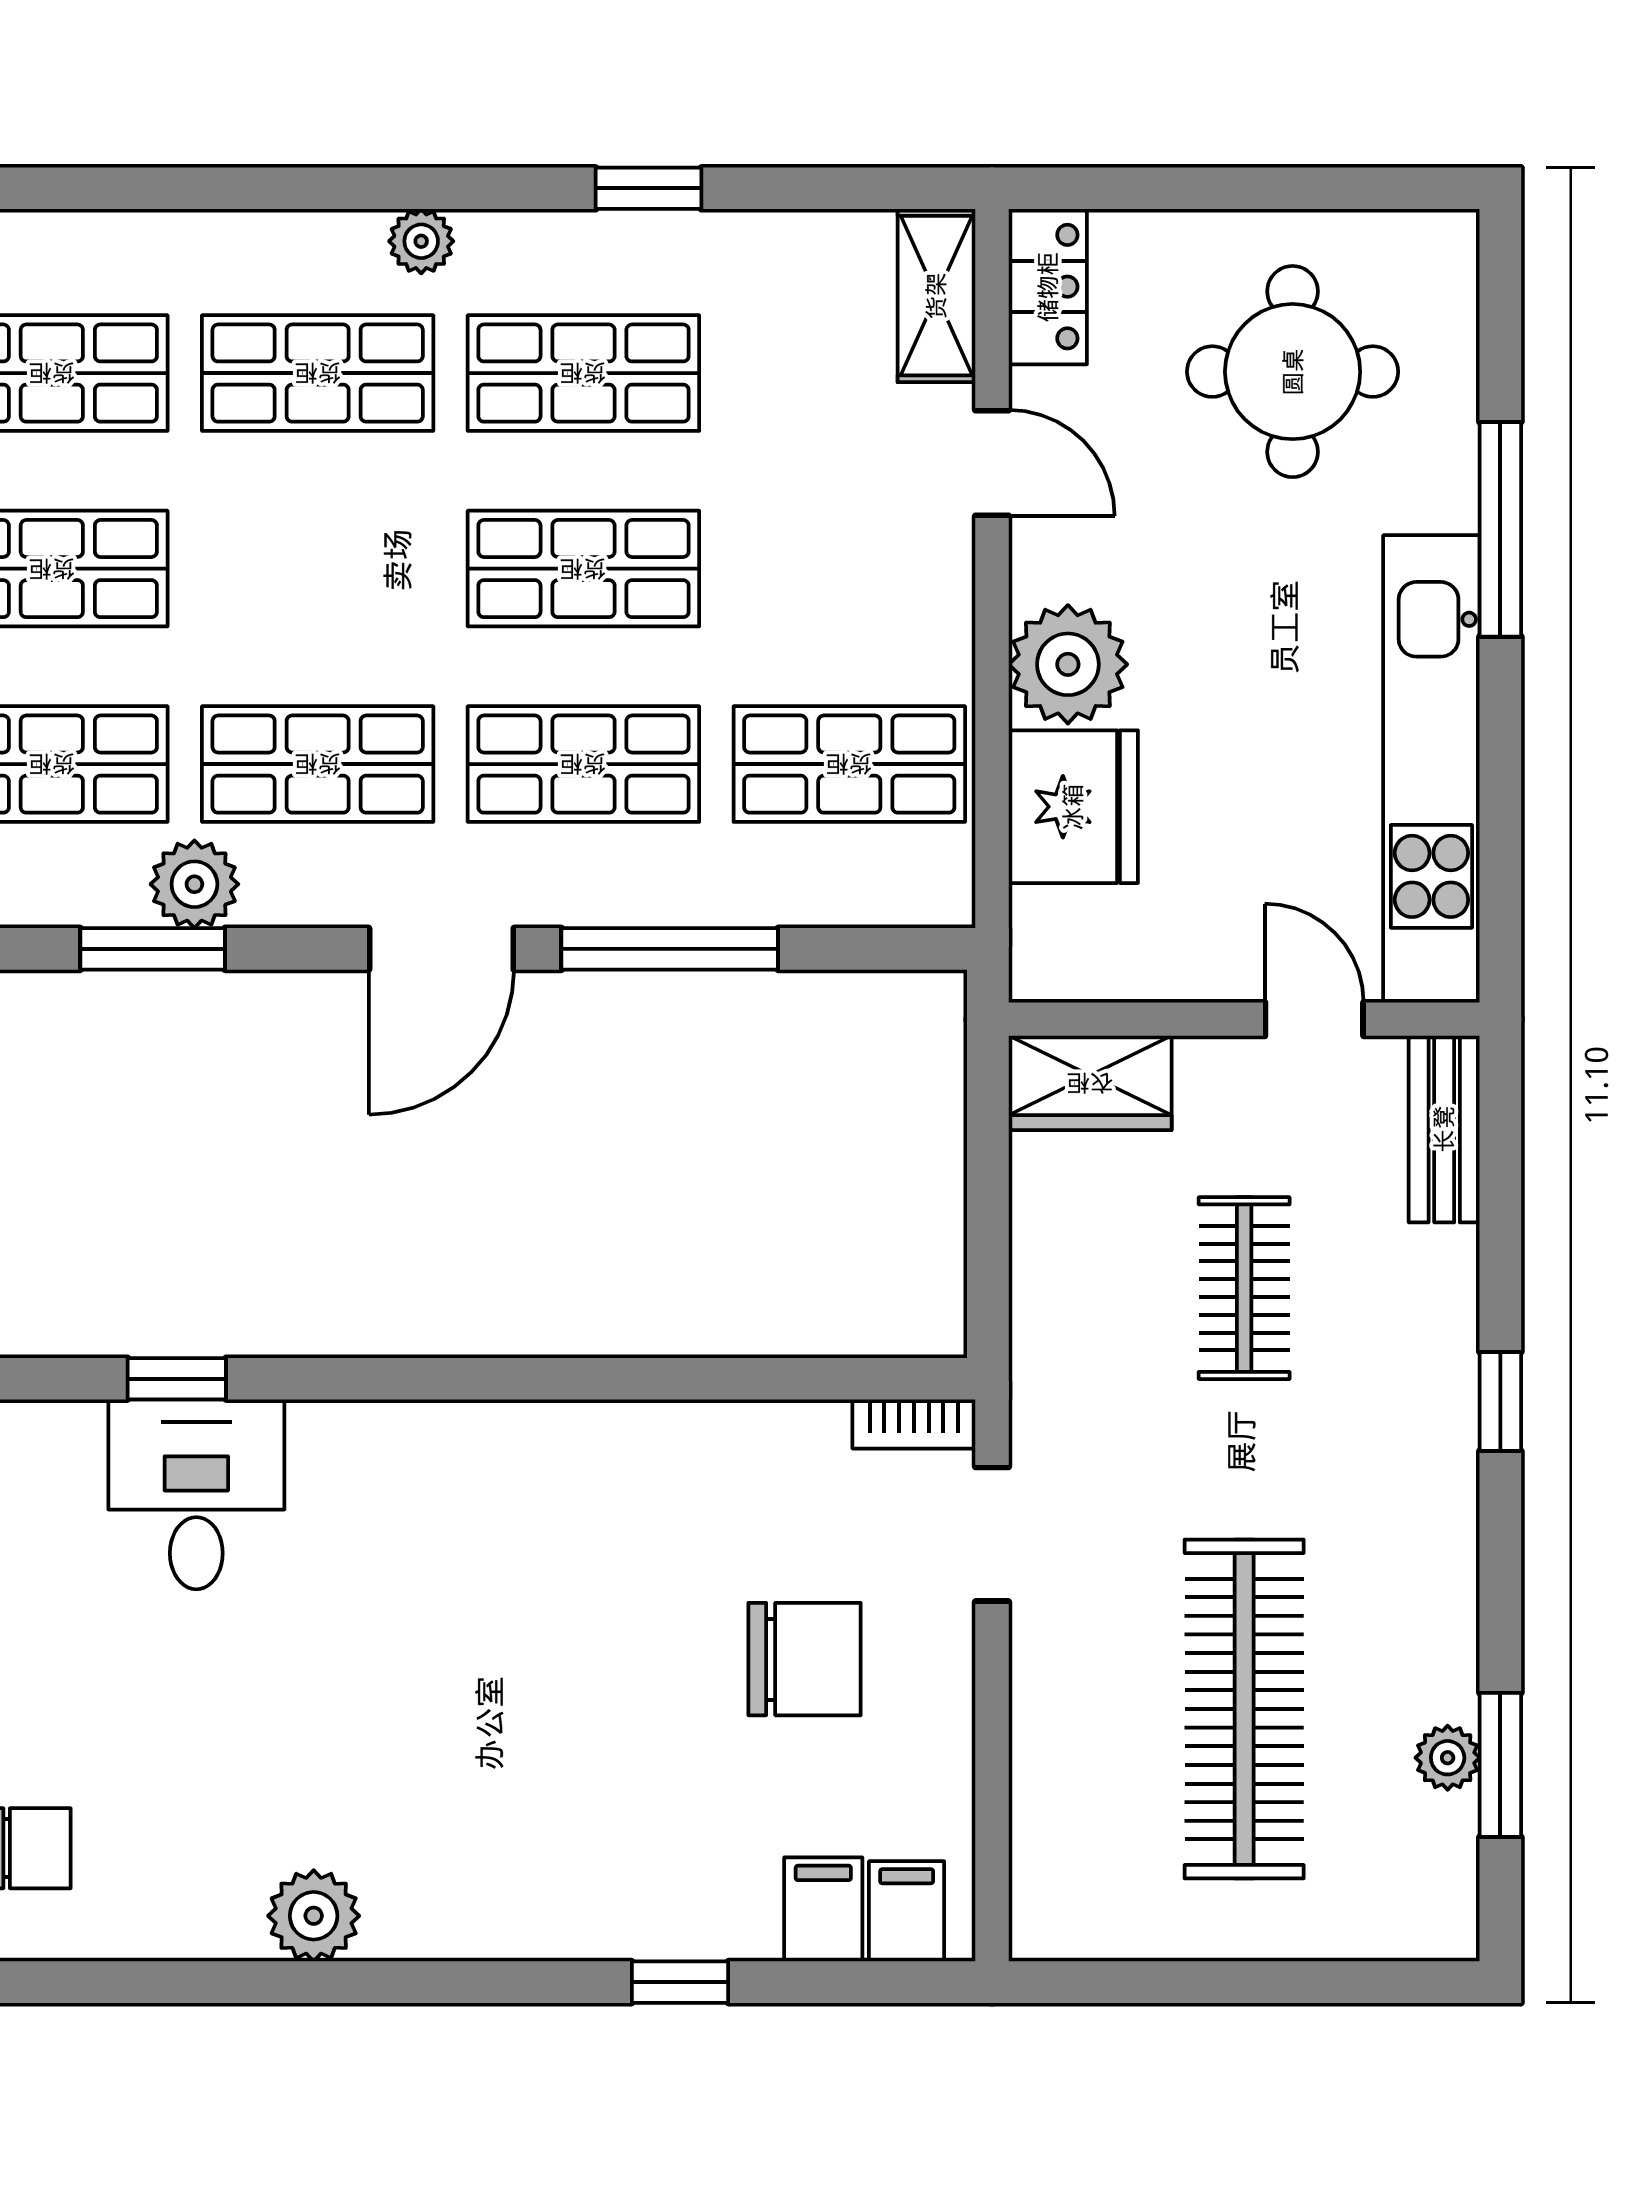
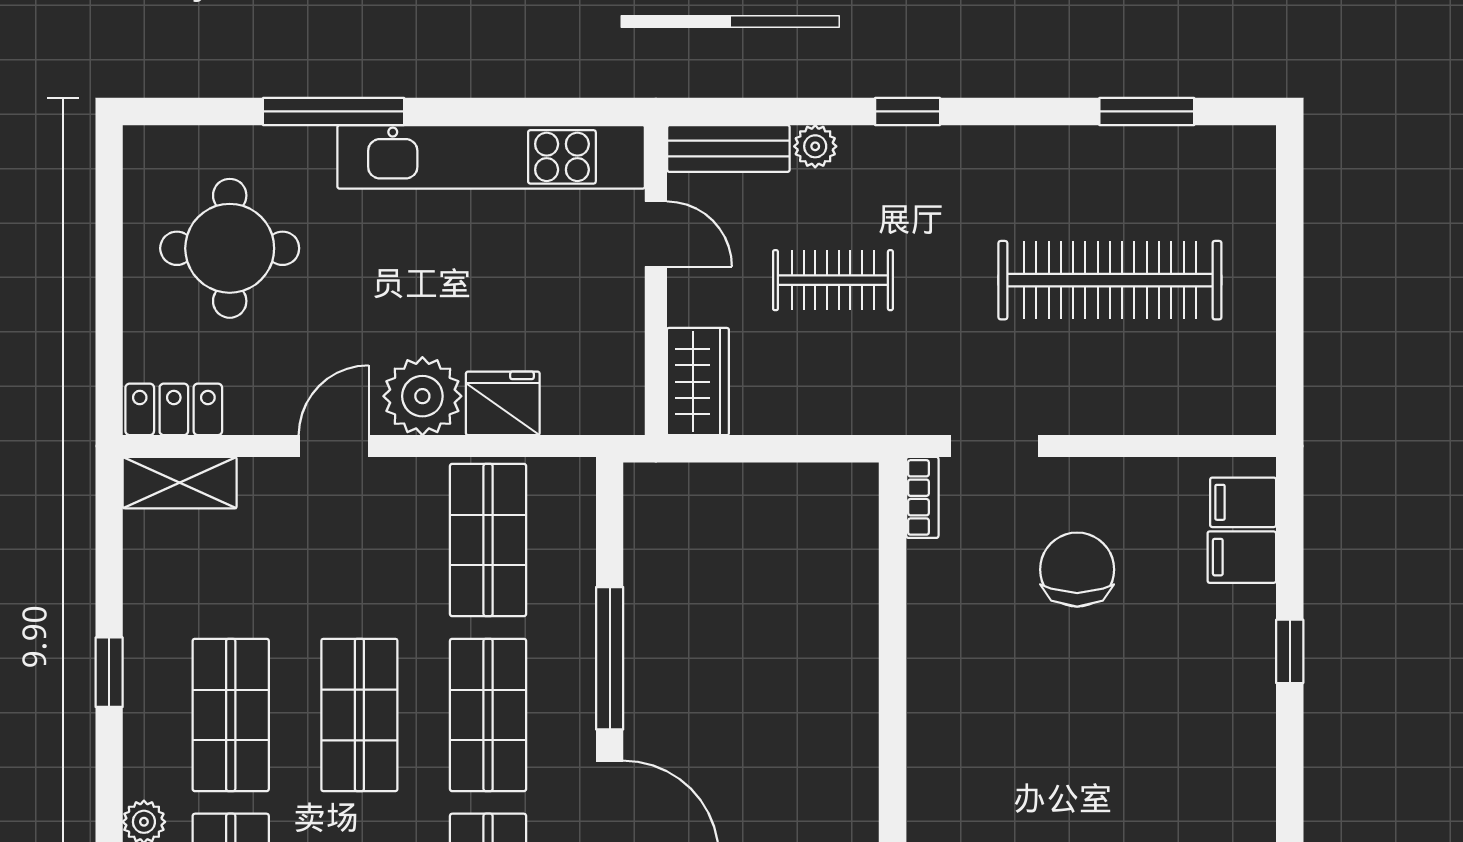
door: (992, 463) -> (334, 446), moved
fridge: (1073, 807) -> (503, 403), width x0.73, depth x0.75
door: (1314, 1019) -> (656, 234), swing flipped
plant: (1448, 1758) -> (815, 146), moved

